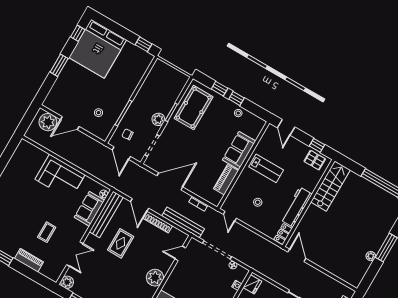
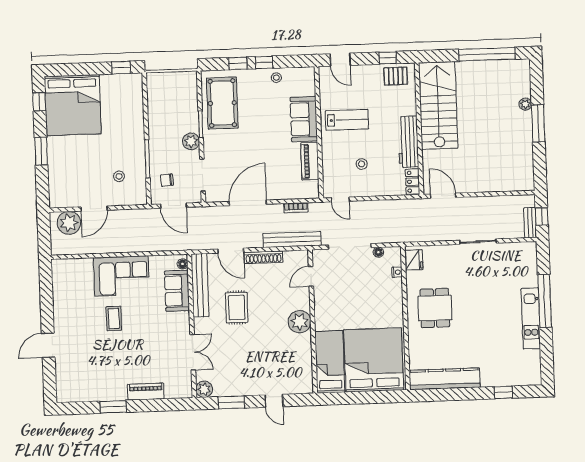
stairs: (330, 186) -> (438, 105), width x1.36, depth x1.51
coffee table: (47, 232) -> (114, 319), moved
plant: (371, 256) -> (525, 104), moved

